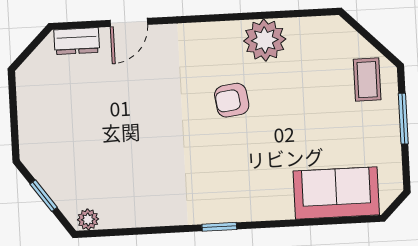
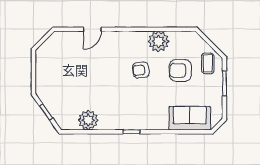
dresser: (77, 41) -> (66, 37), removed
armchair: (312, 97) -> (180, 70), added
plant: (88, 219) -> (88, 120), moved, width x1.88, depth x1.88

